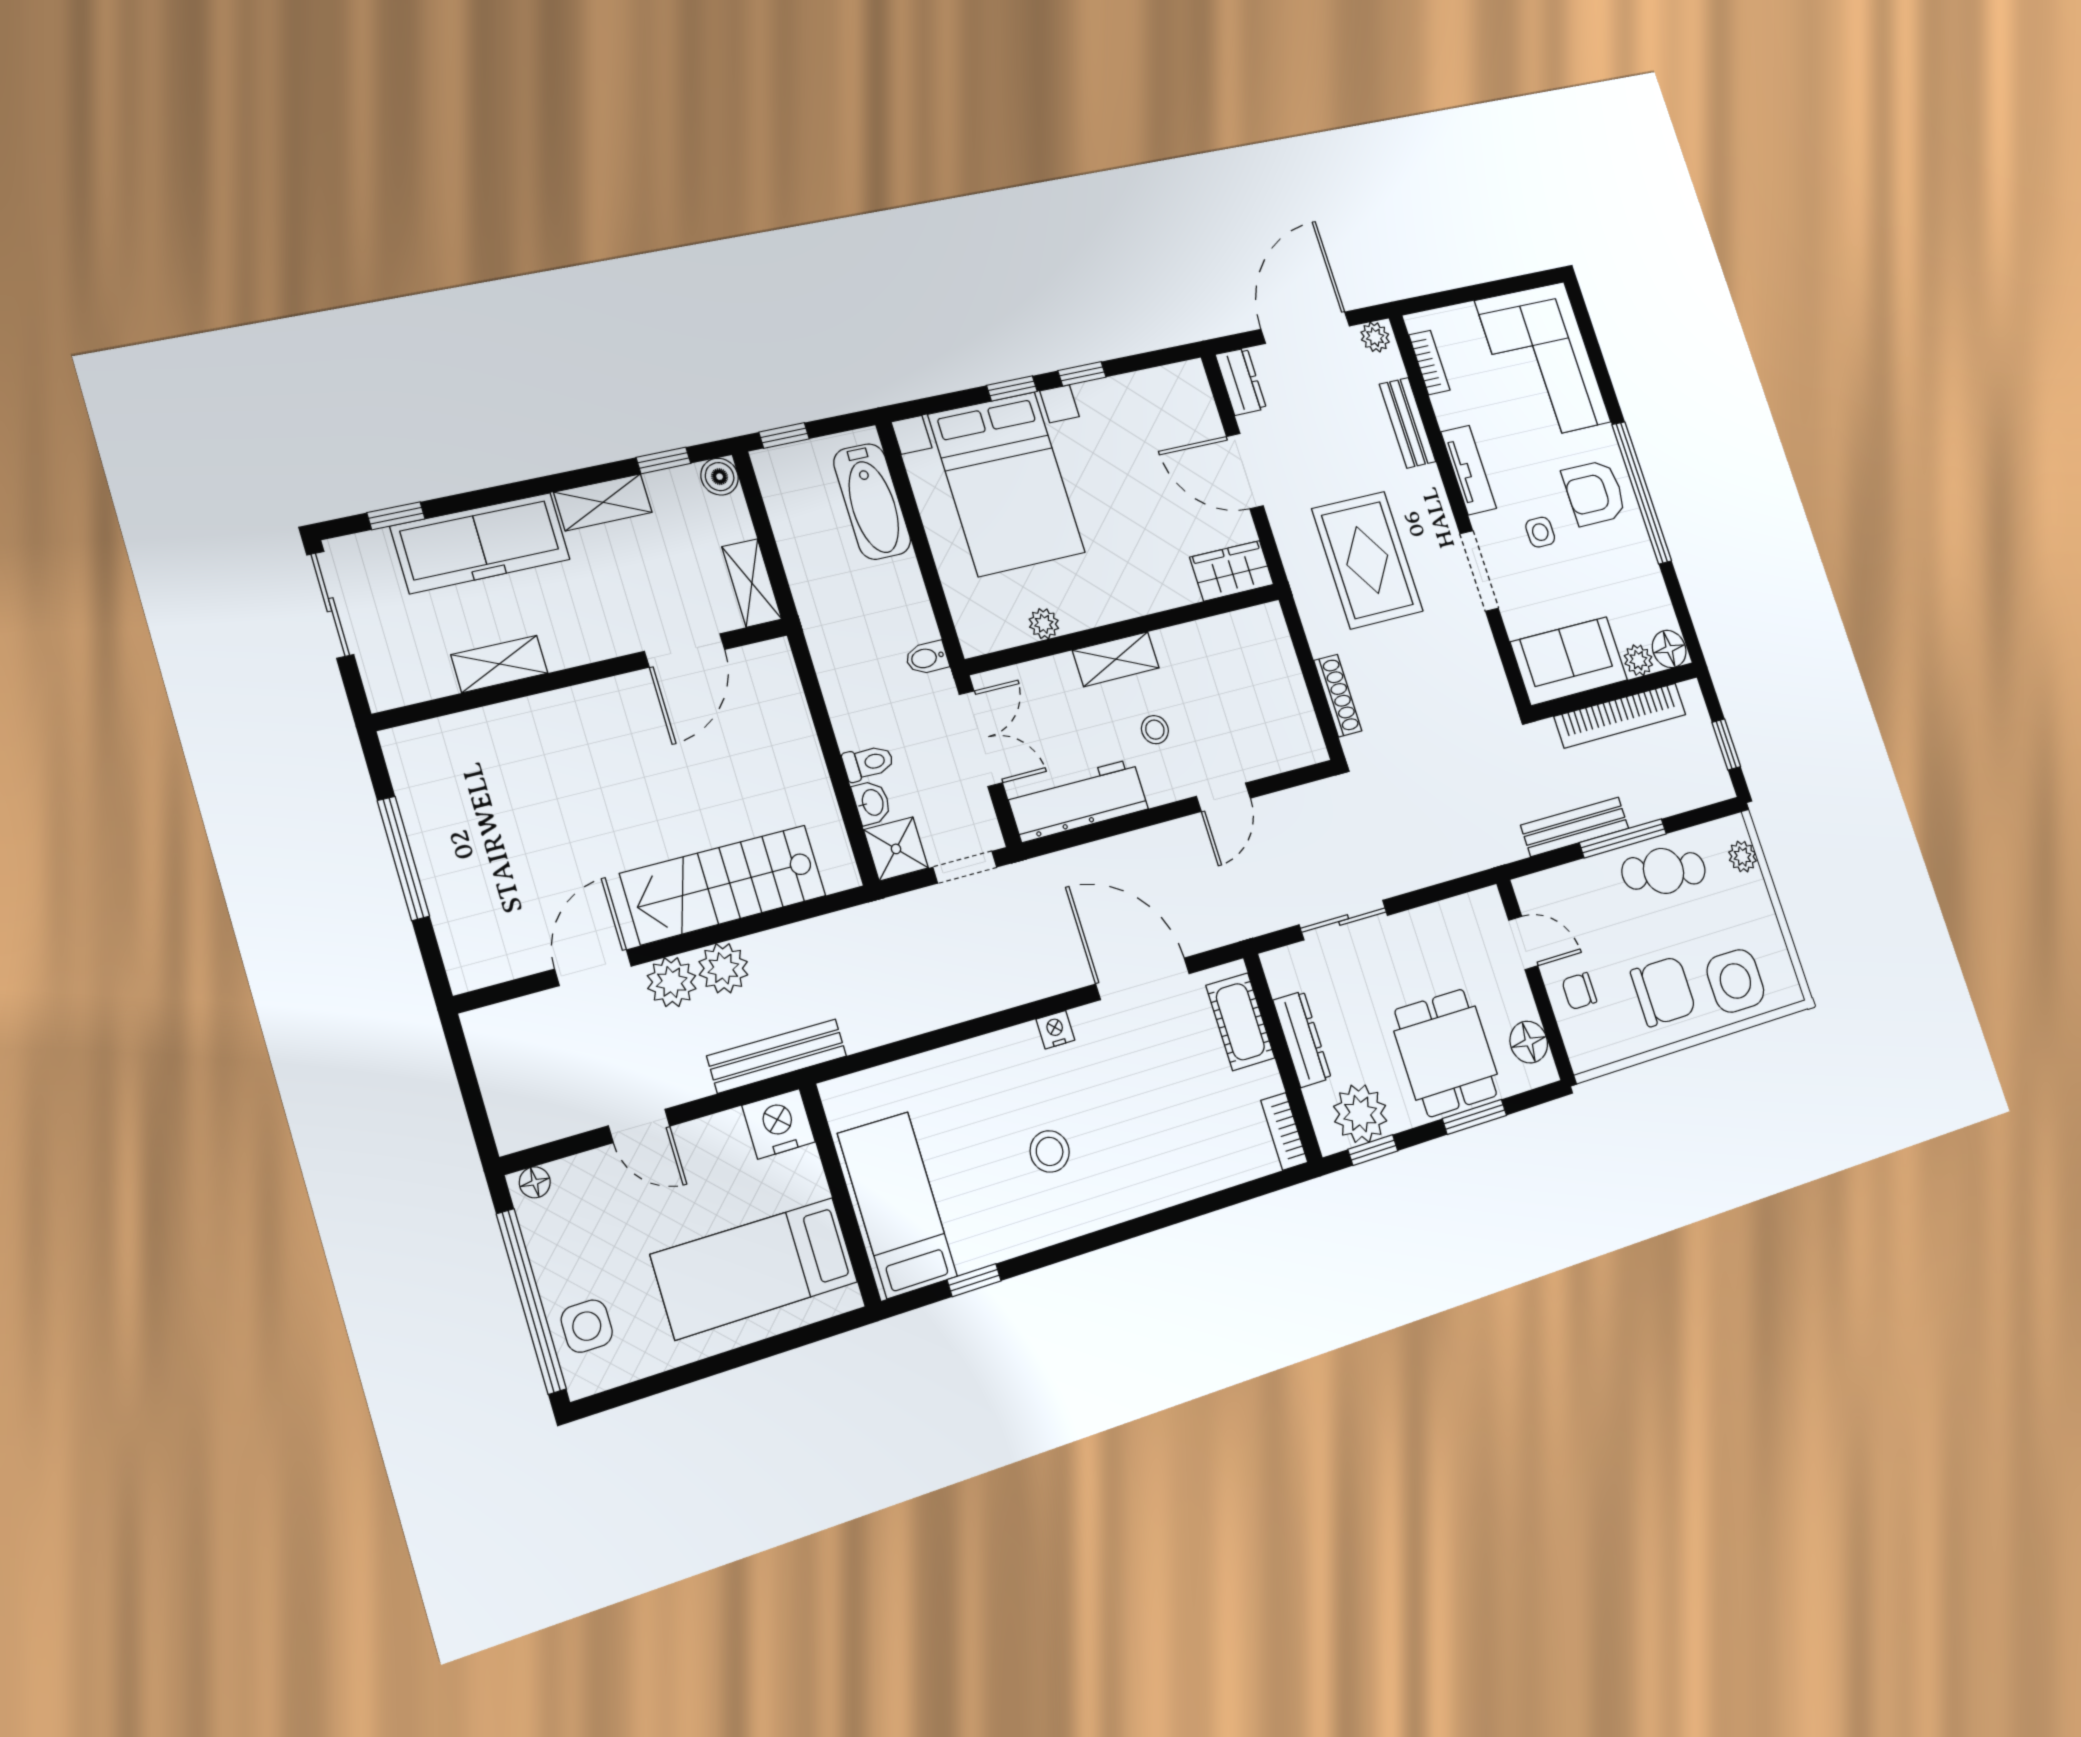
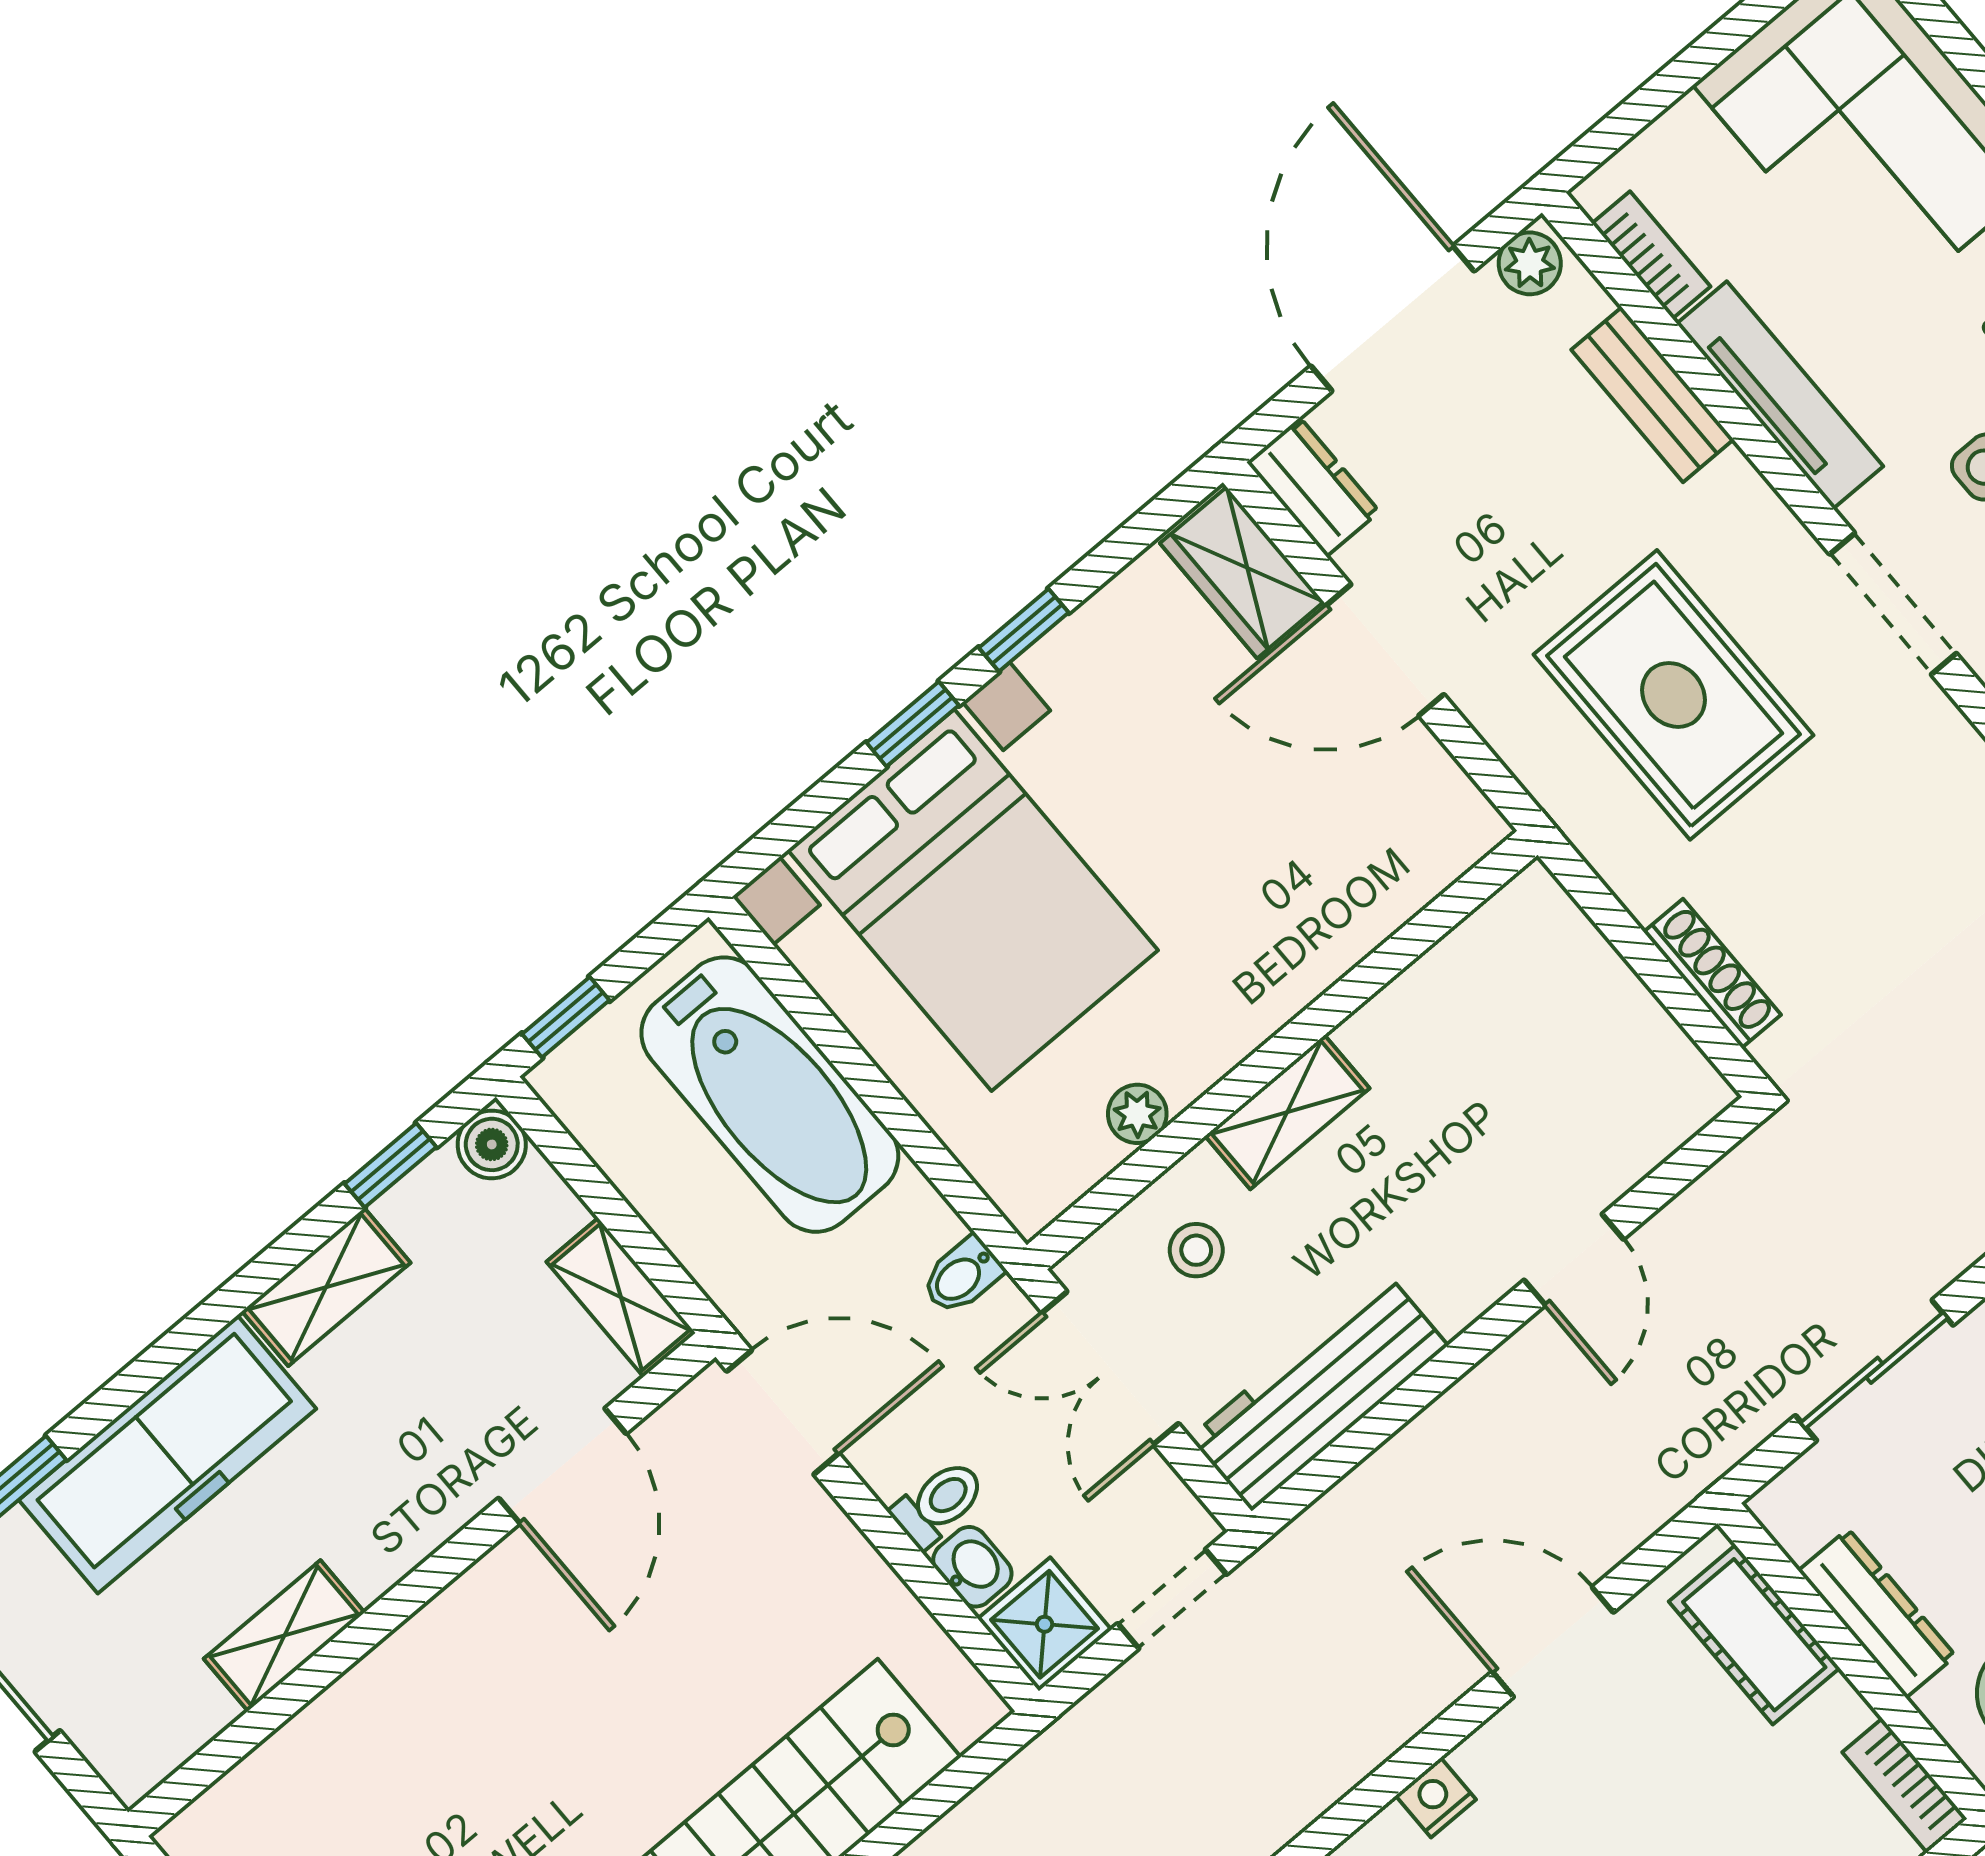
tv unit: (1469, 470) -> (1780, 395), width x1.41
bathtub: (872, 502) -> (770, 1095), width x1.36, depth x1.36
wardrobe: (1232, 571) -> (1242, 573), moved, turned -90
door: (809, 680) -> (783, 1412), added
stool: (1155, 730) -> (1196, 1250), moved
double door: (981, 739) -> (1110, 1368), swing flipped
door: (1143, 979) -> (1553, 1642), width x0.73

